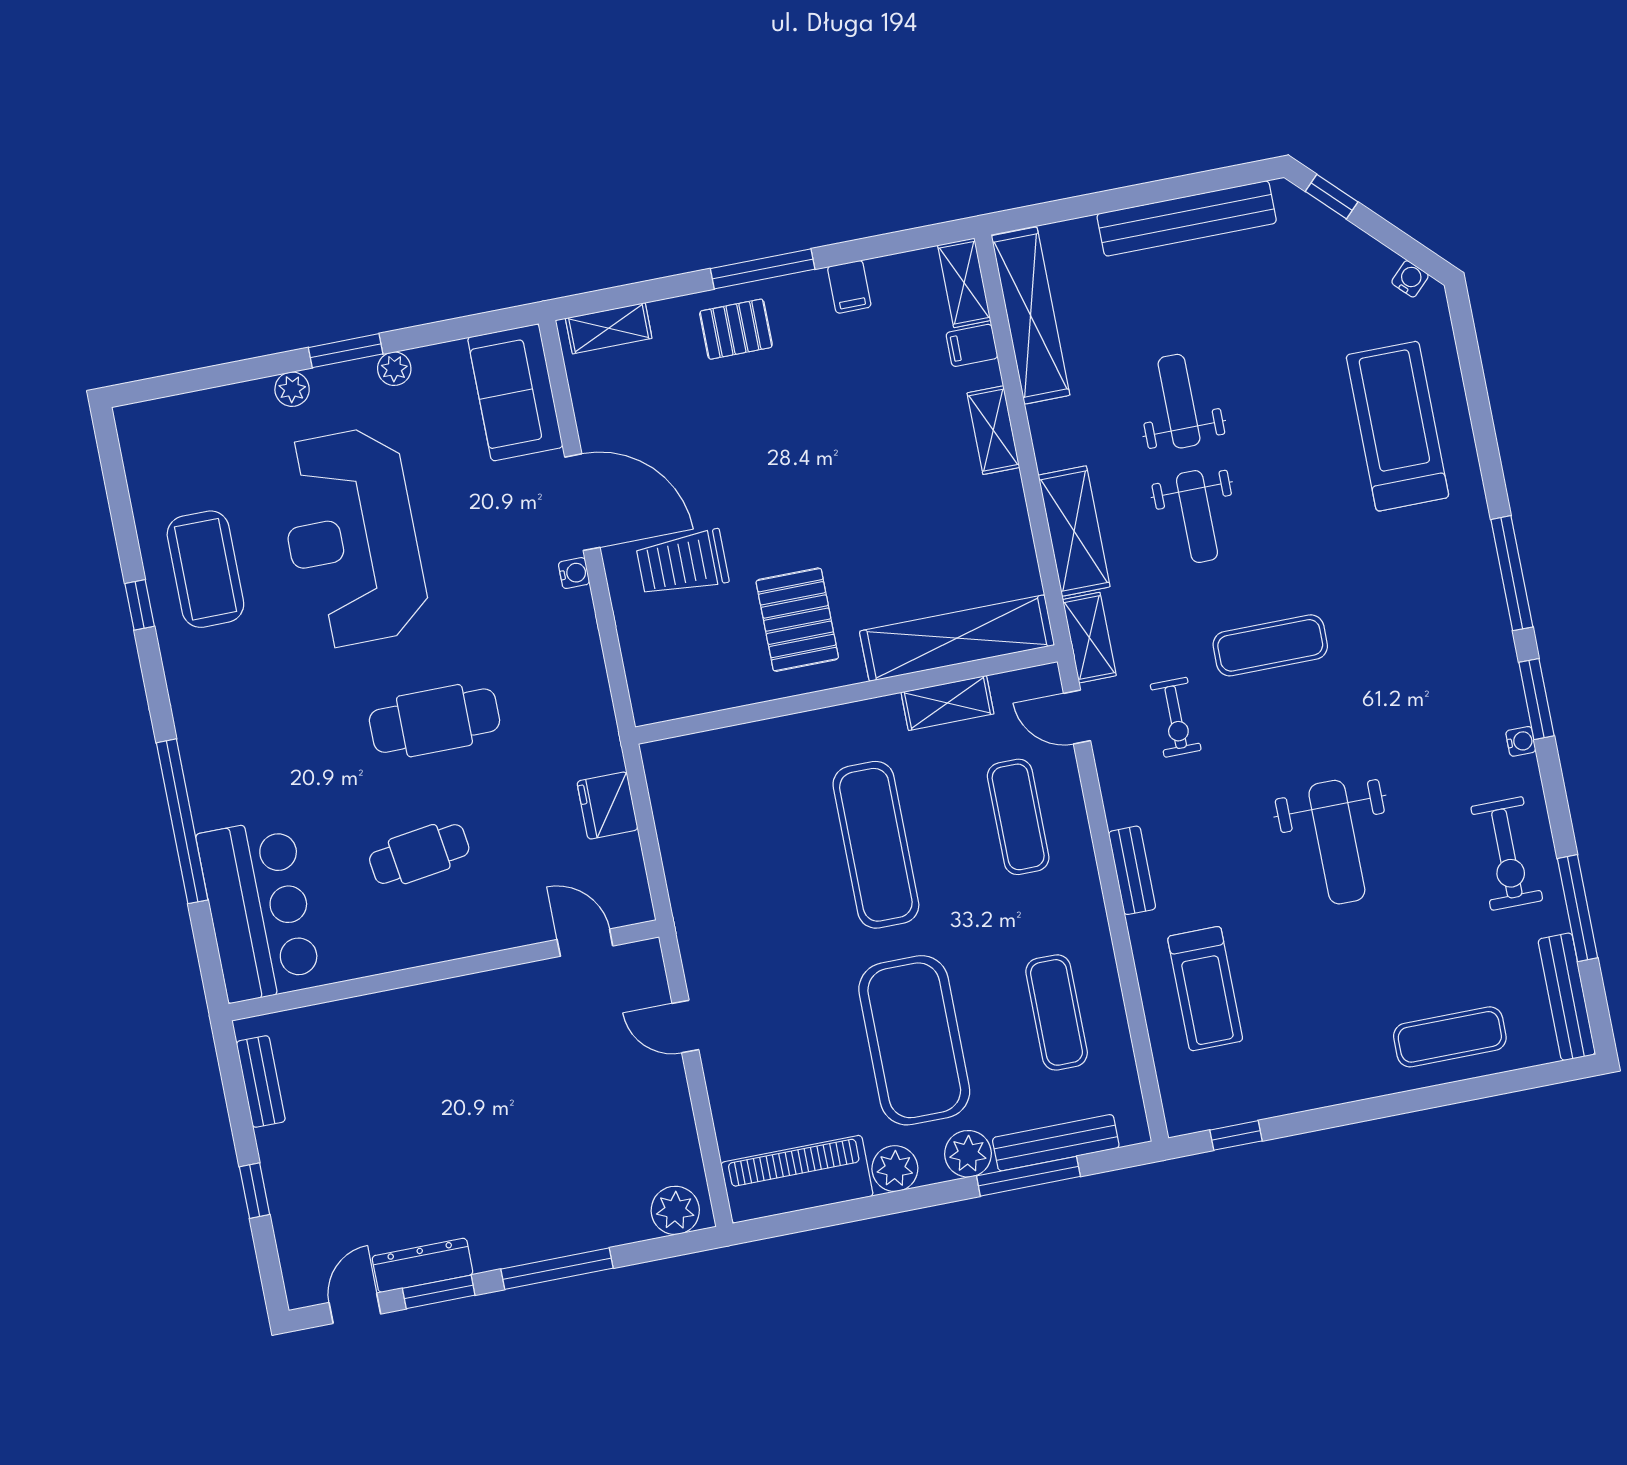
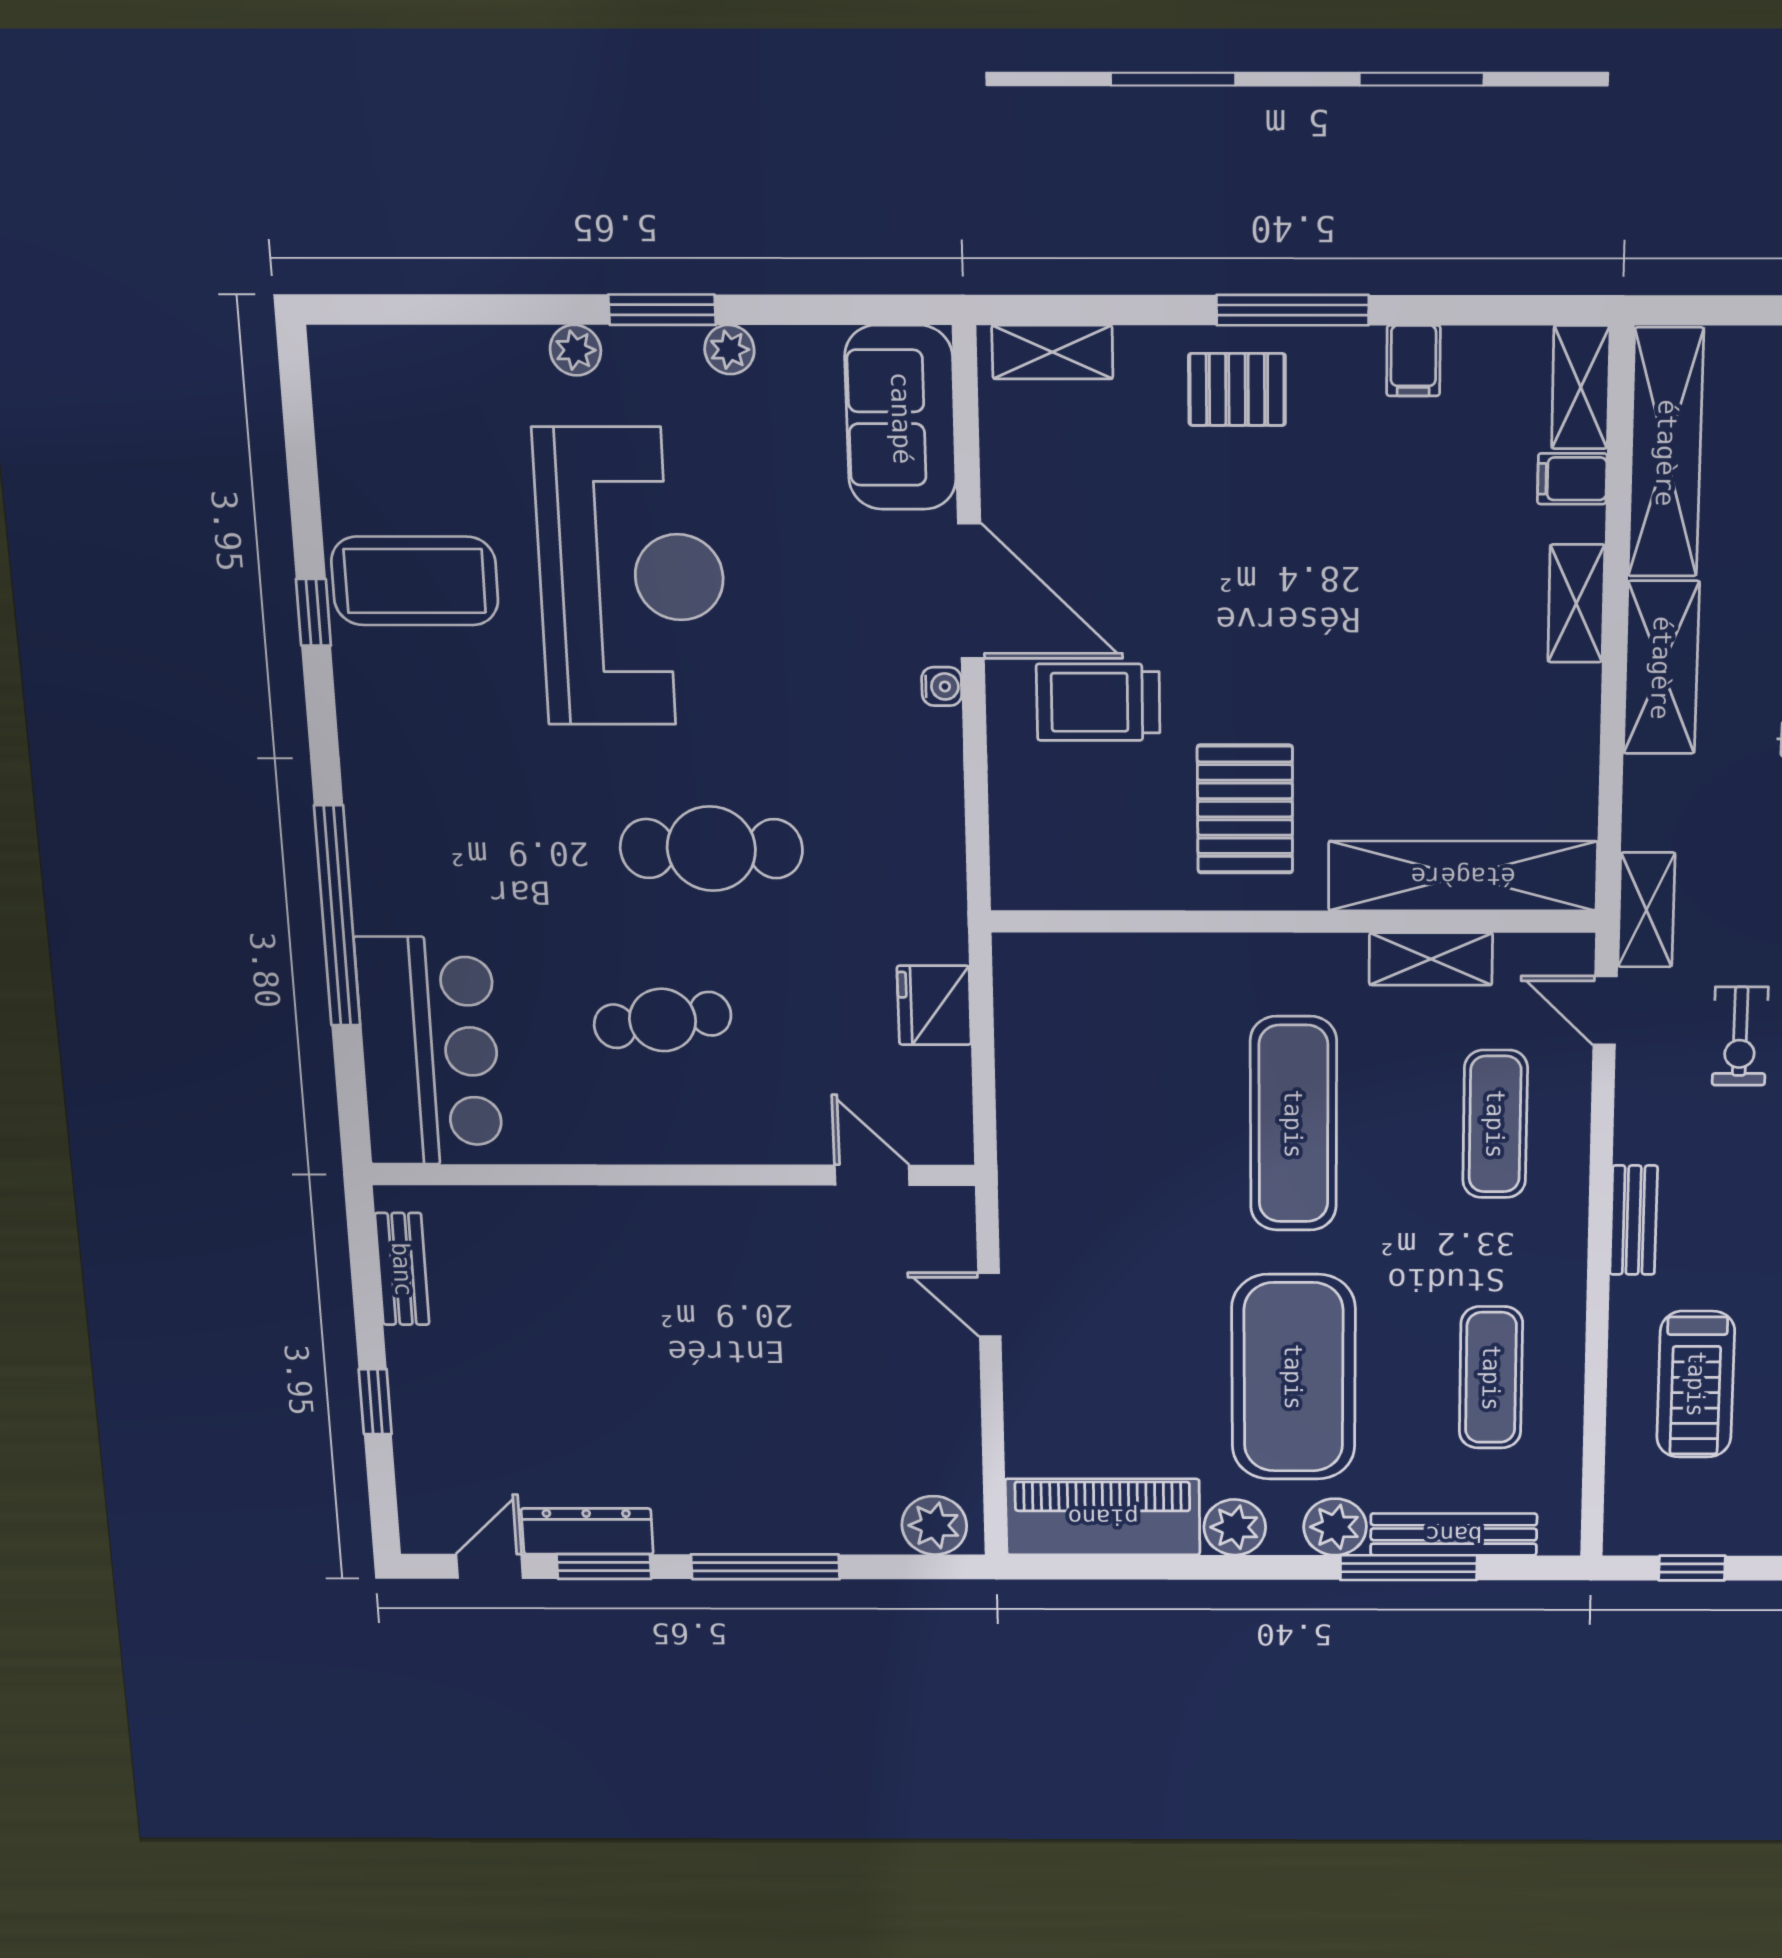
shelving: (1074, 531) -> (1661, 668), moved
reception desk: (352, 538) -> (632, 577), turned 180
coffee table: (205, 569) -> (415, 581), turned 90

